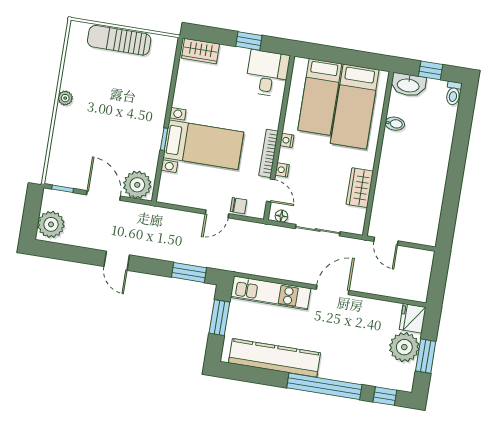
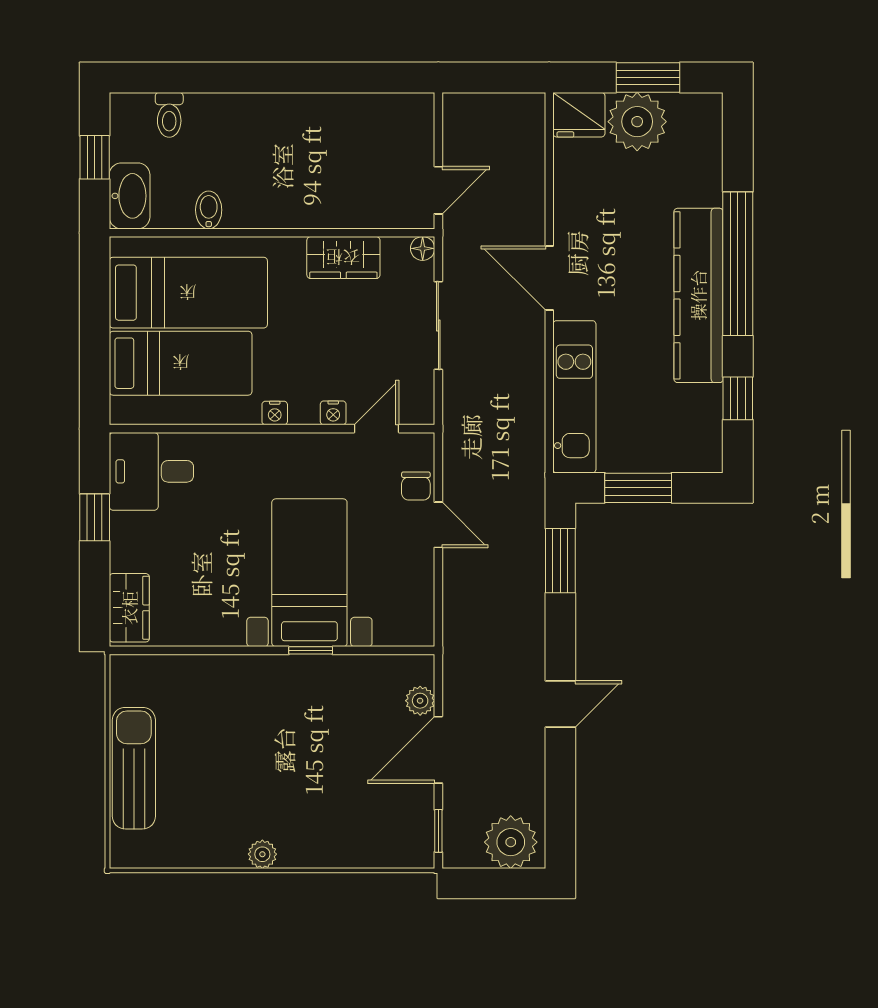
sun lounger: (119, 40) -> (134, 768), turned 180
toilet: (453, 93) -> (169, 115), moved, turned 90
bookcase: (269, 153) -> (306, 444), removed
plant: (137, 185) -> (420, 701), width x0.53, depth x0.53
chair: (238, 206) -> (416, 486), turned 180
floor lamp: (281, 216) -> (423, 248), moved
kitchen counter: (274, 358) -> (698, 295), moved
window: (385, 396) -> (738, 398), moved

